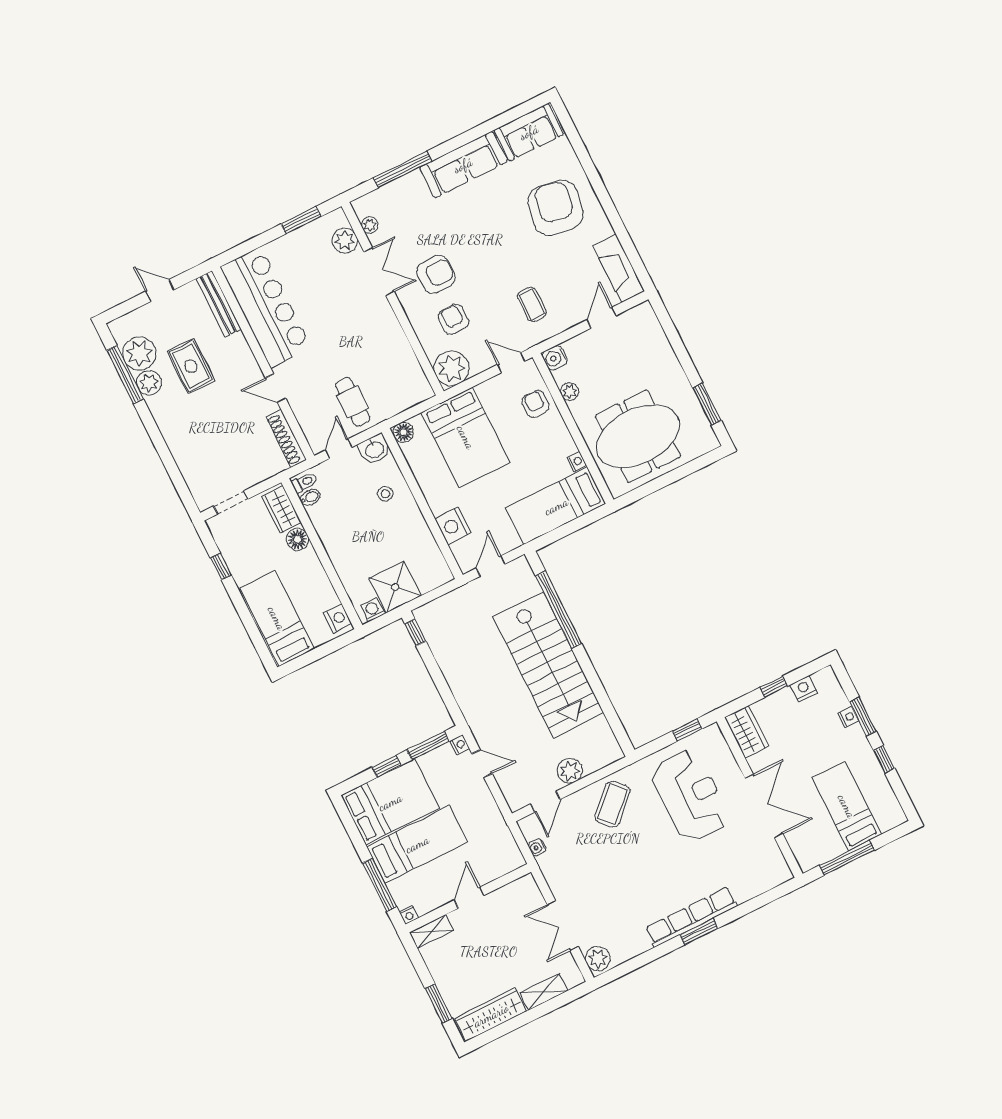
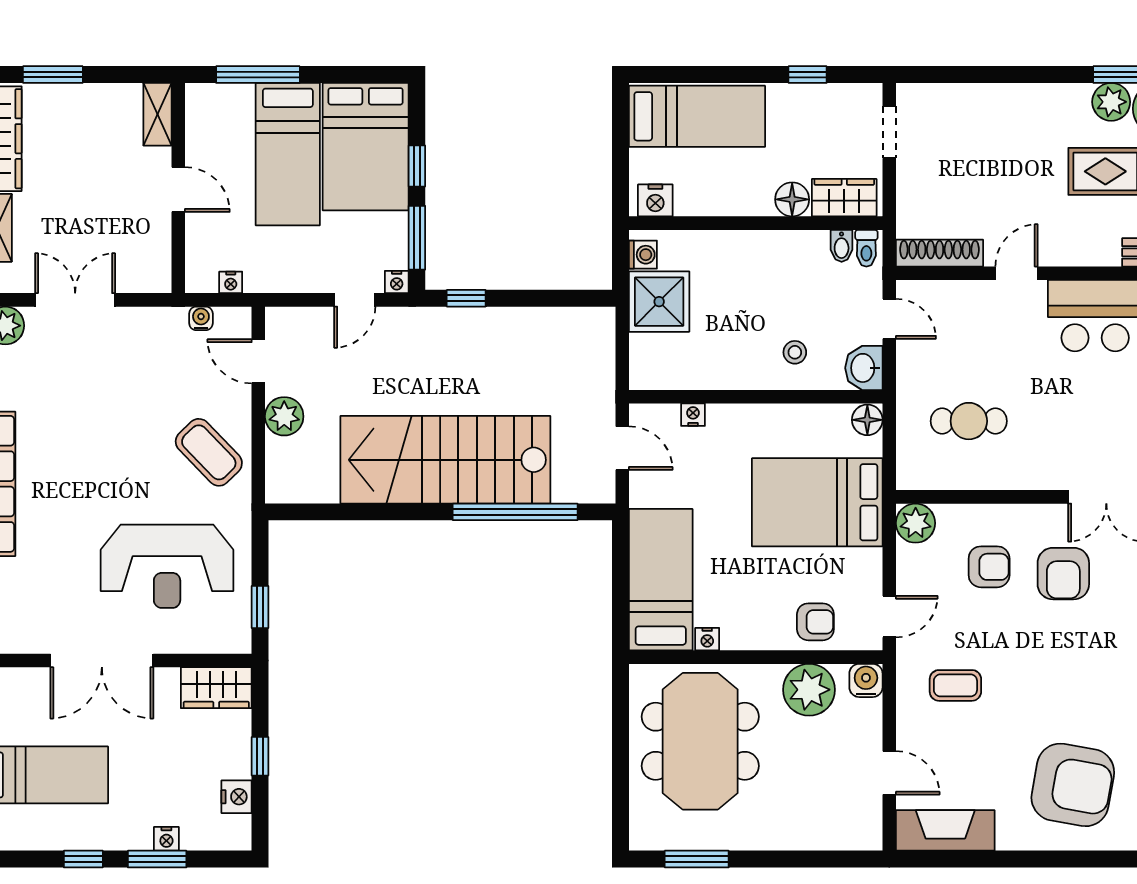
plant: (451, 368) -> (916, 523), width x0.73, depth x0.73
plant: (570, 392) -> (809, 690), width x1.87, depth x1.87
cafe table: (353, 402) -> (969, 421), moved
nightstand: (453, 526) -> (693, 415), width x0.53, depth x0.56
window: (415, 633) -> (466, 298), moved
nightstand: (409, 915) -> (231, 282), moved, turned -90

